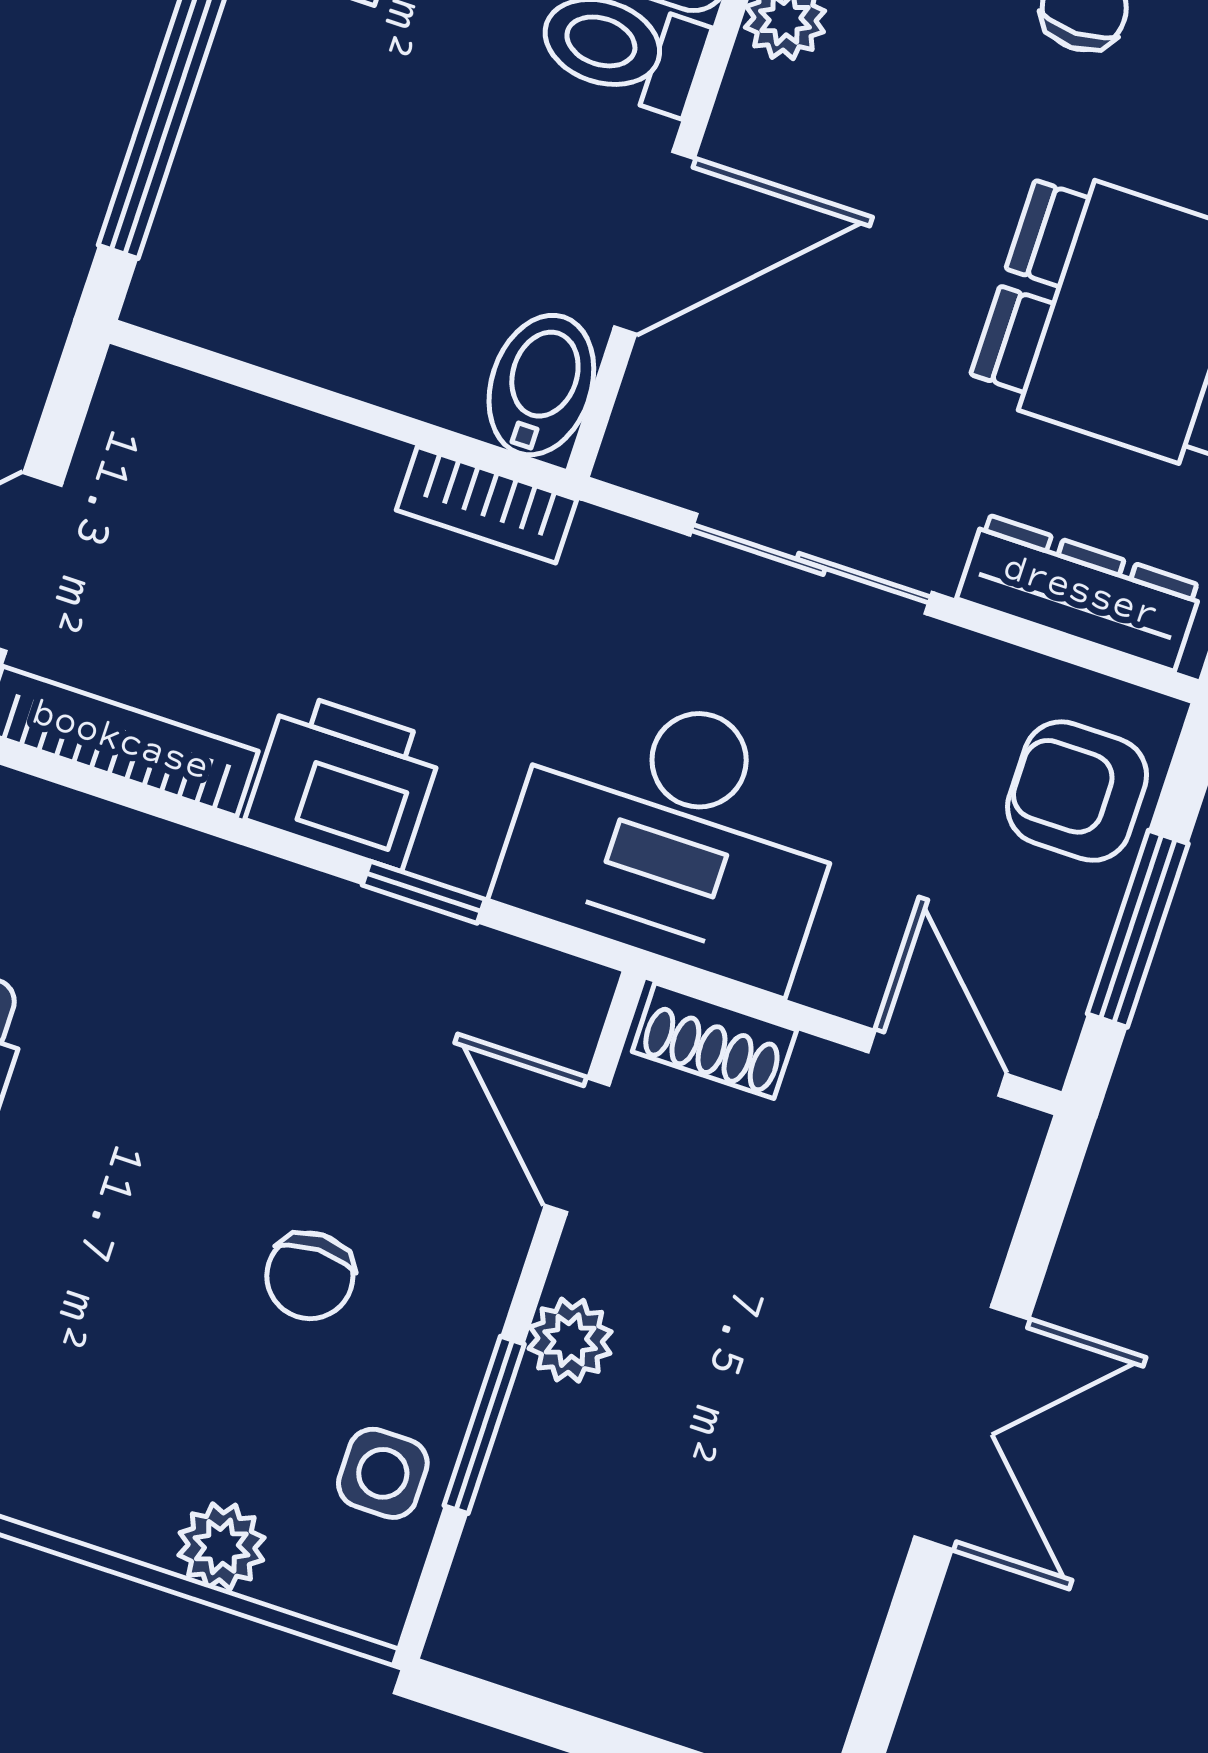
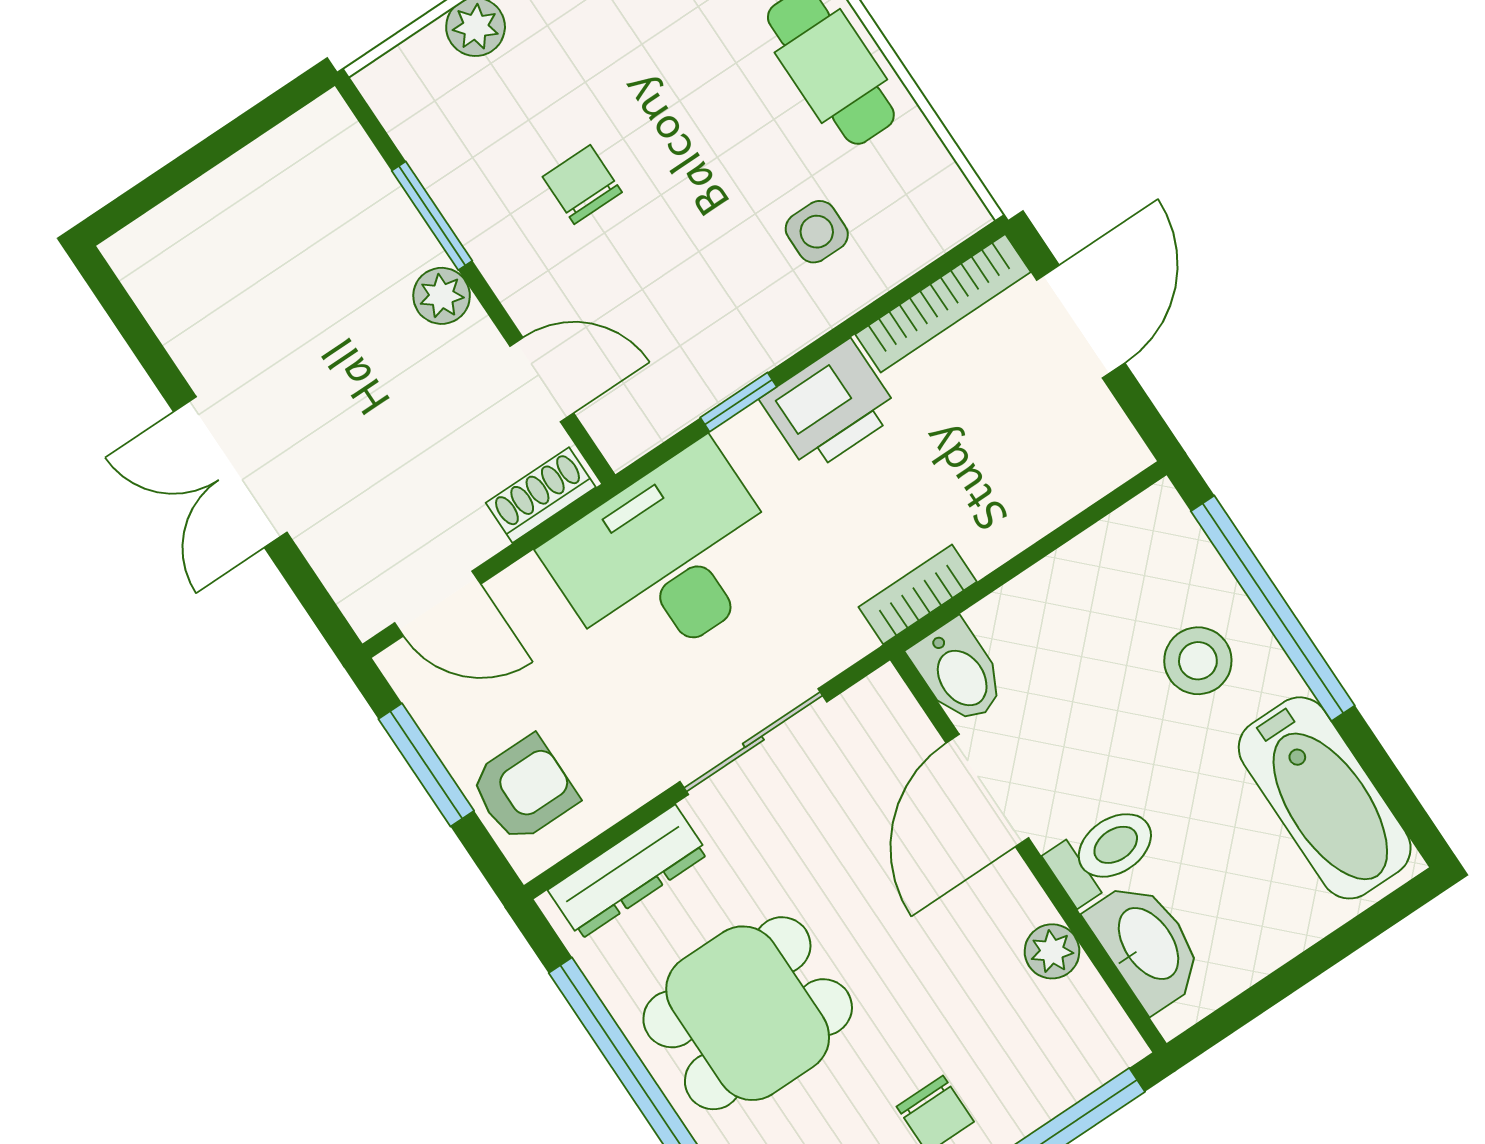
stool: (308, 113) -> (1198, 661), added
side table: (383, 1473) -> (817, 232), moved

